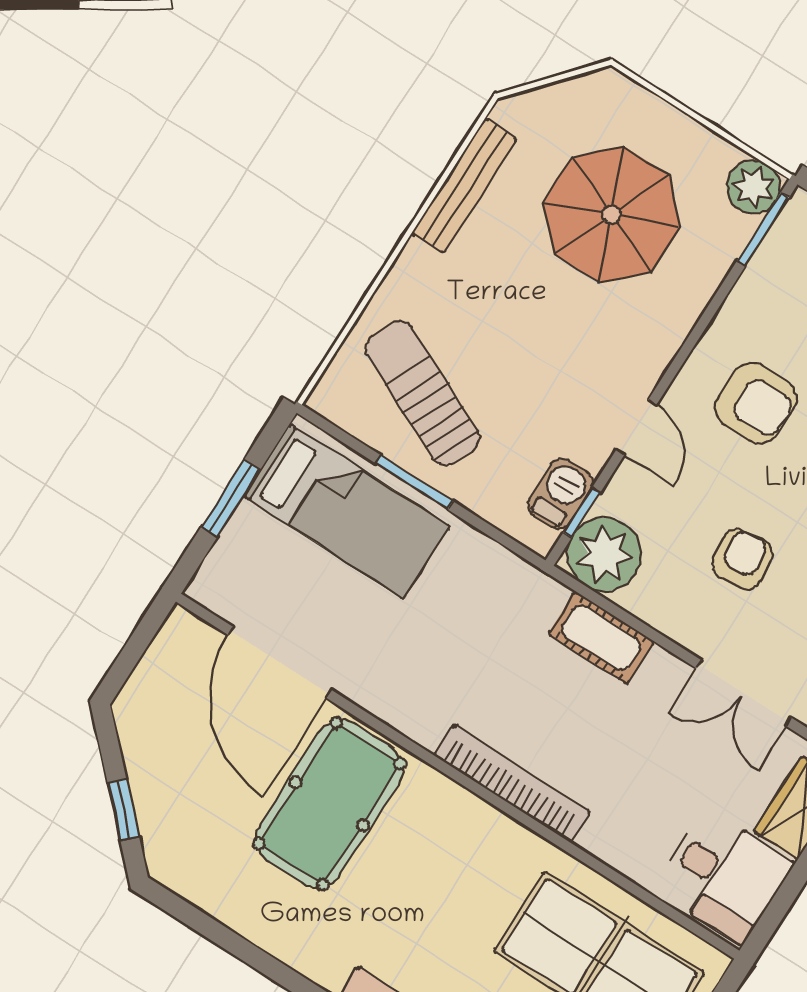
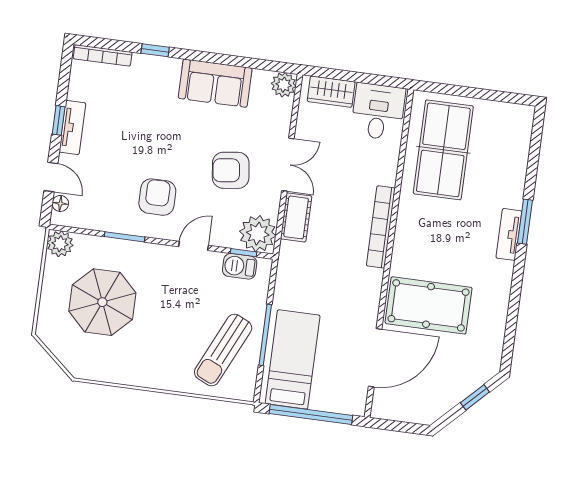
bench: (464, 186) -> (120, 375), removed
window: (763, 229) -> (125, 237), moved
window: (414, 482) -> (265, 335), width x1.44
window: (231, 498) -> (311, 415), width x2.11
armchair: (742, 559) -> (231, 170), width x1.38, depth x1.38
double door: (744, 693) -> (288, 165), moved

